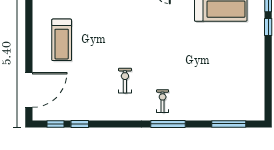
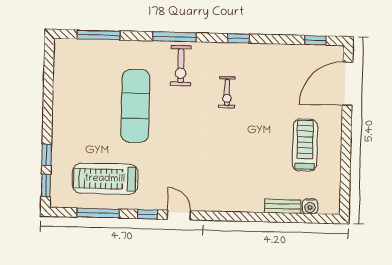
exercise mat: (198, 68) -> (135, 106), added
exercise bike: (163, 101) -> (181, 66), width x1.38, depth x1.39
window: (80, 124) -> (238, 38), moved

